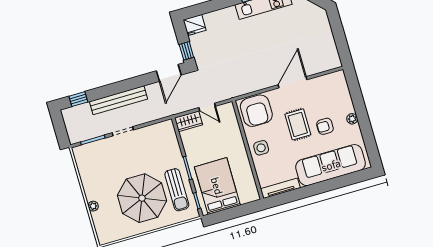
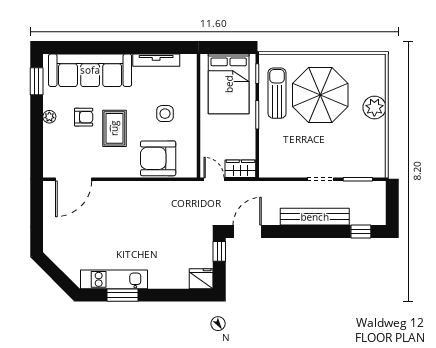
door: (292, 82) -> (74, 179), moved
armchair: (256, 111) -> (158, 158), turned -90
window: (370, 144) -> (37, 81), added
wall: (248, 150) -> (199, 116), moved
plant: (93, 206) -> (374, 107), width x1.87, depth x1.87

